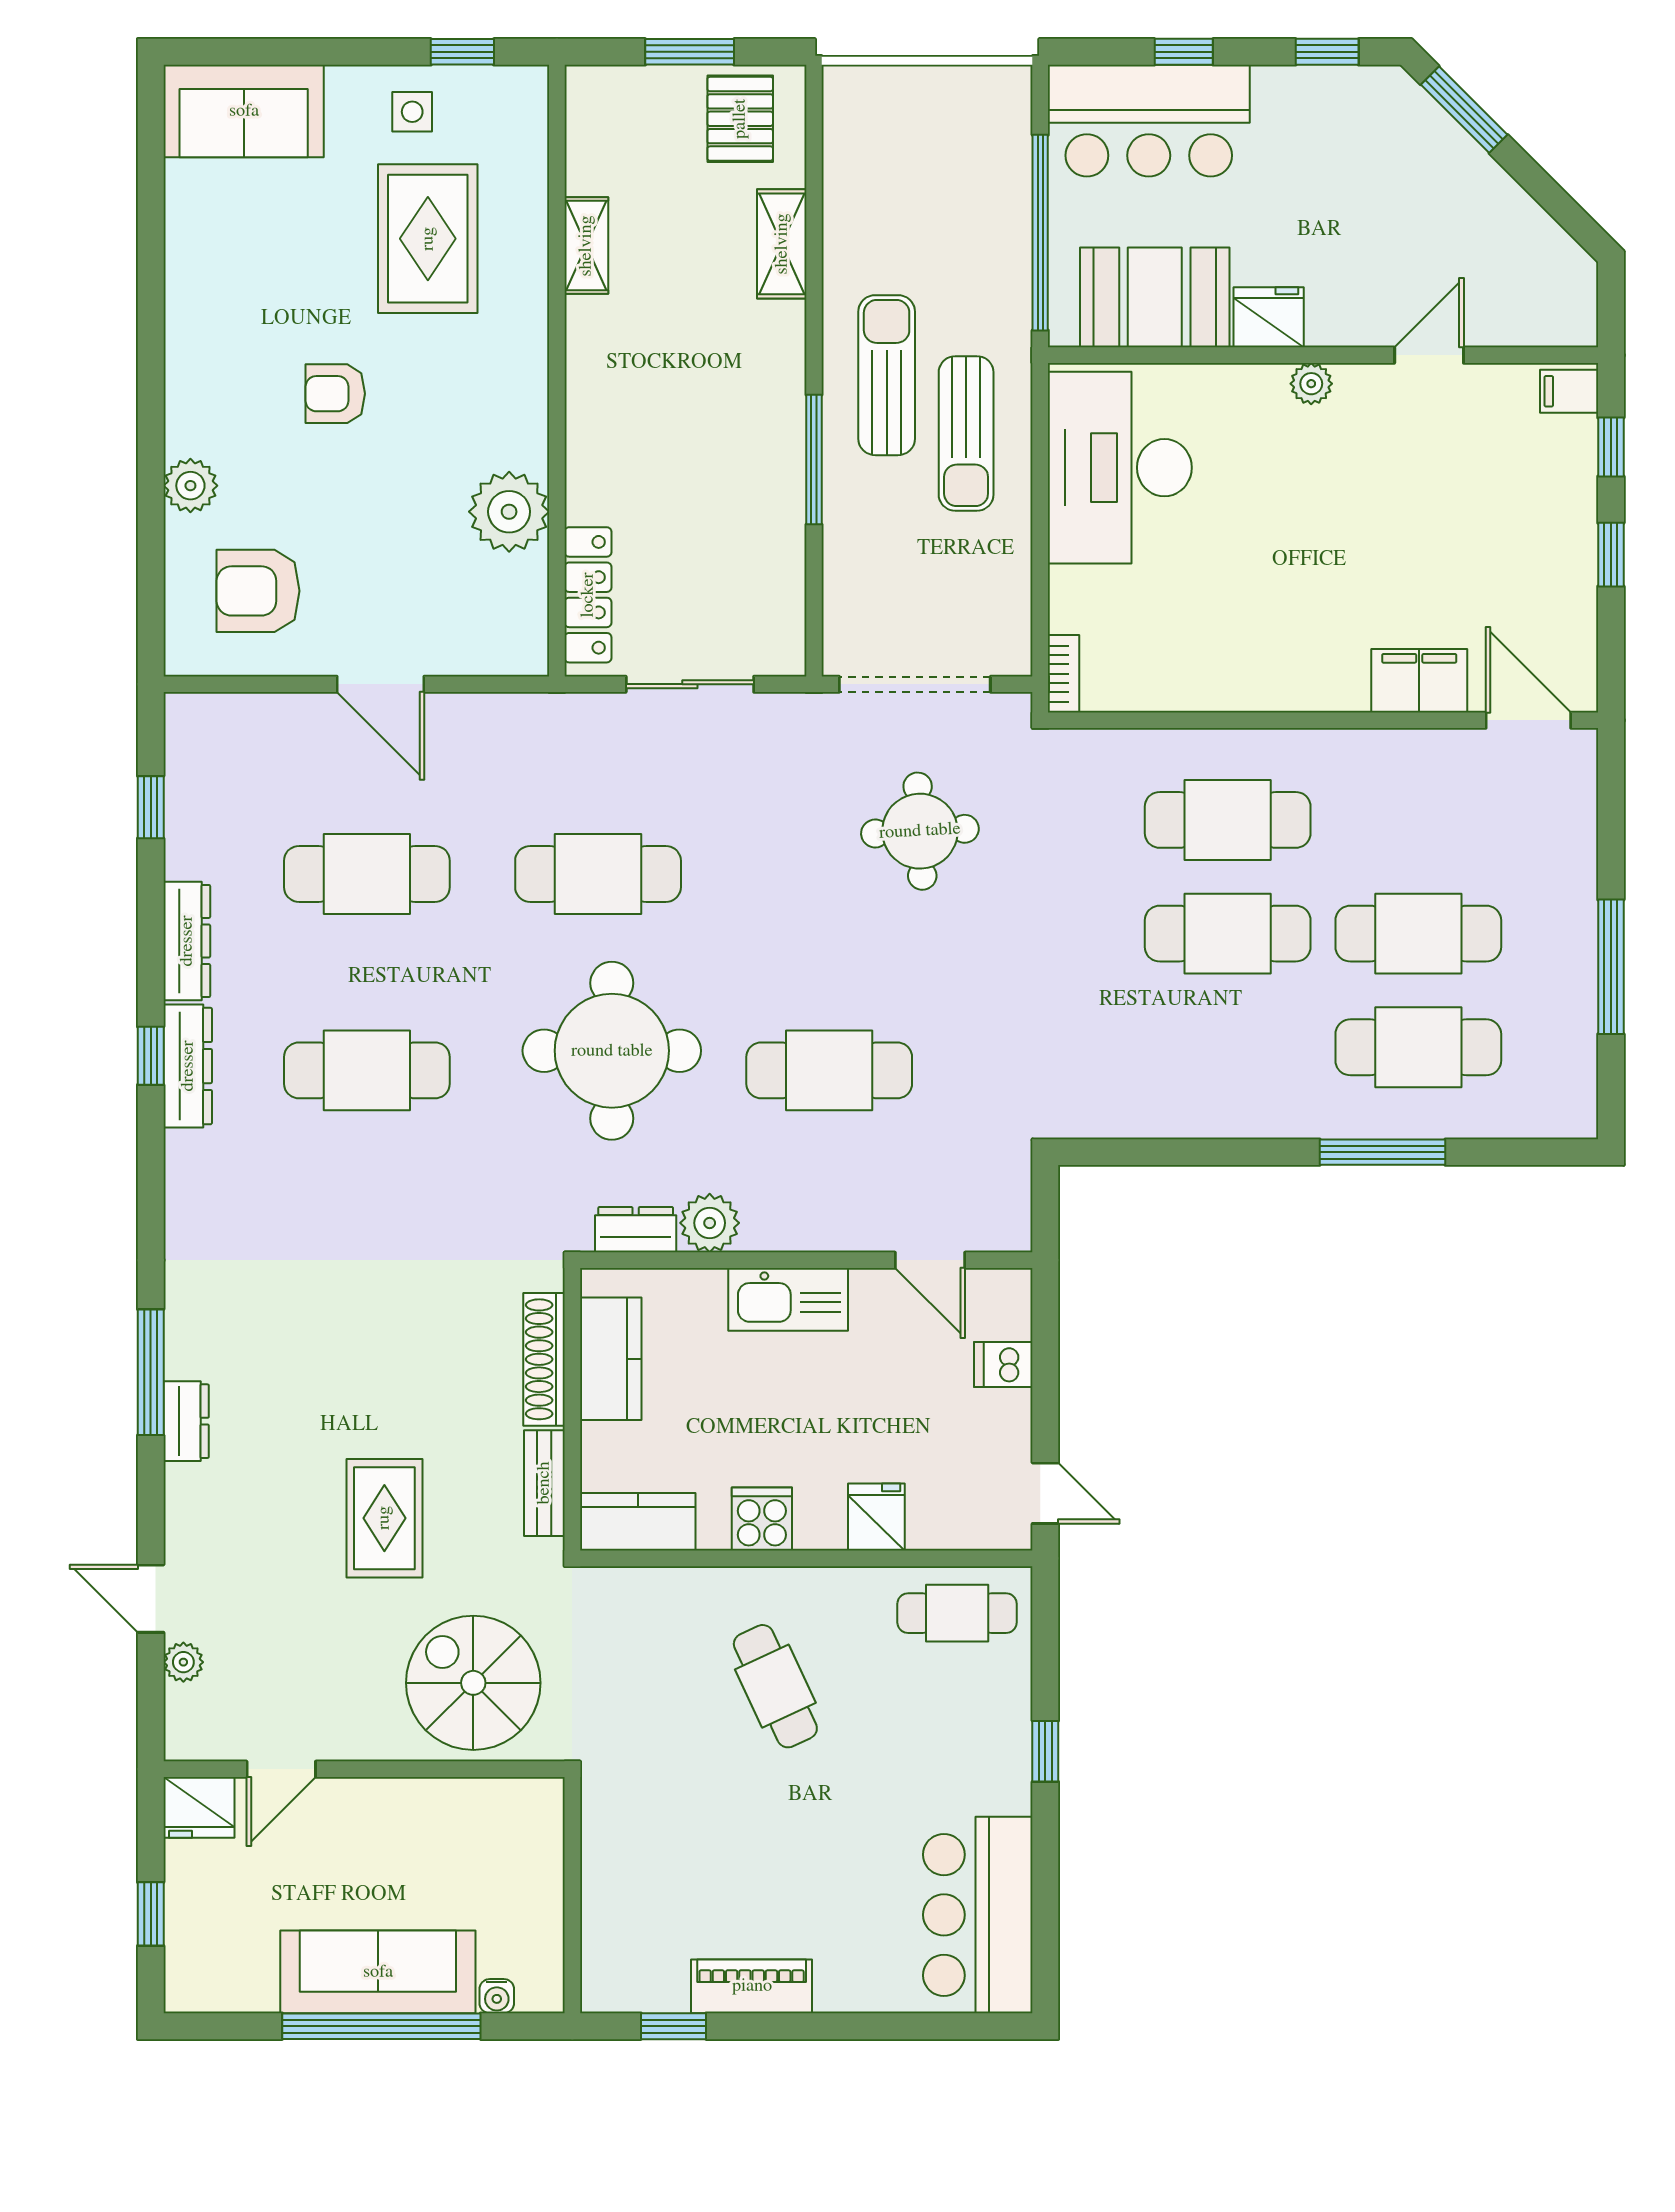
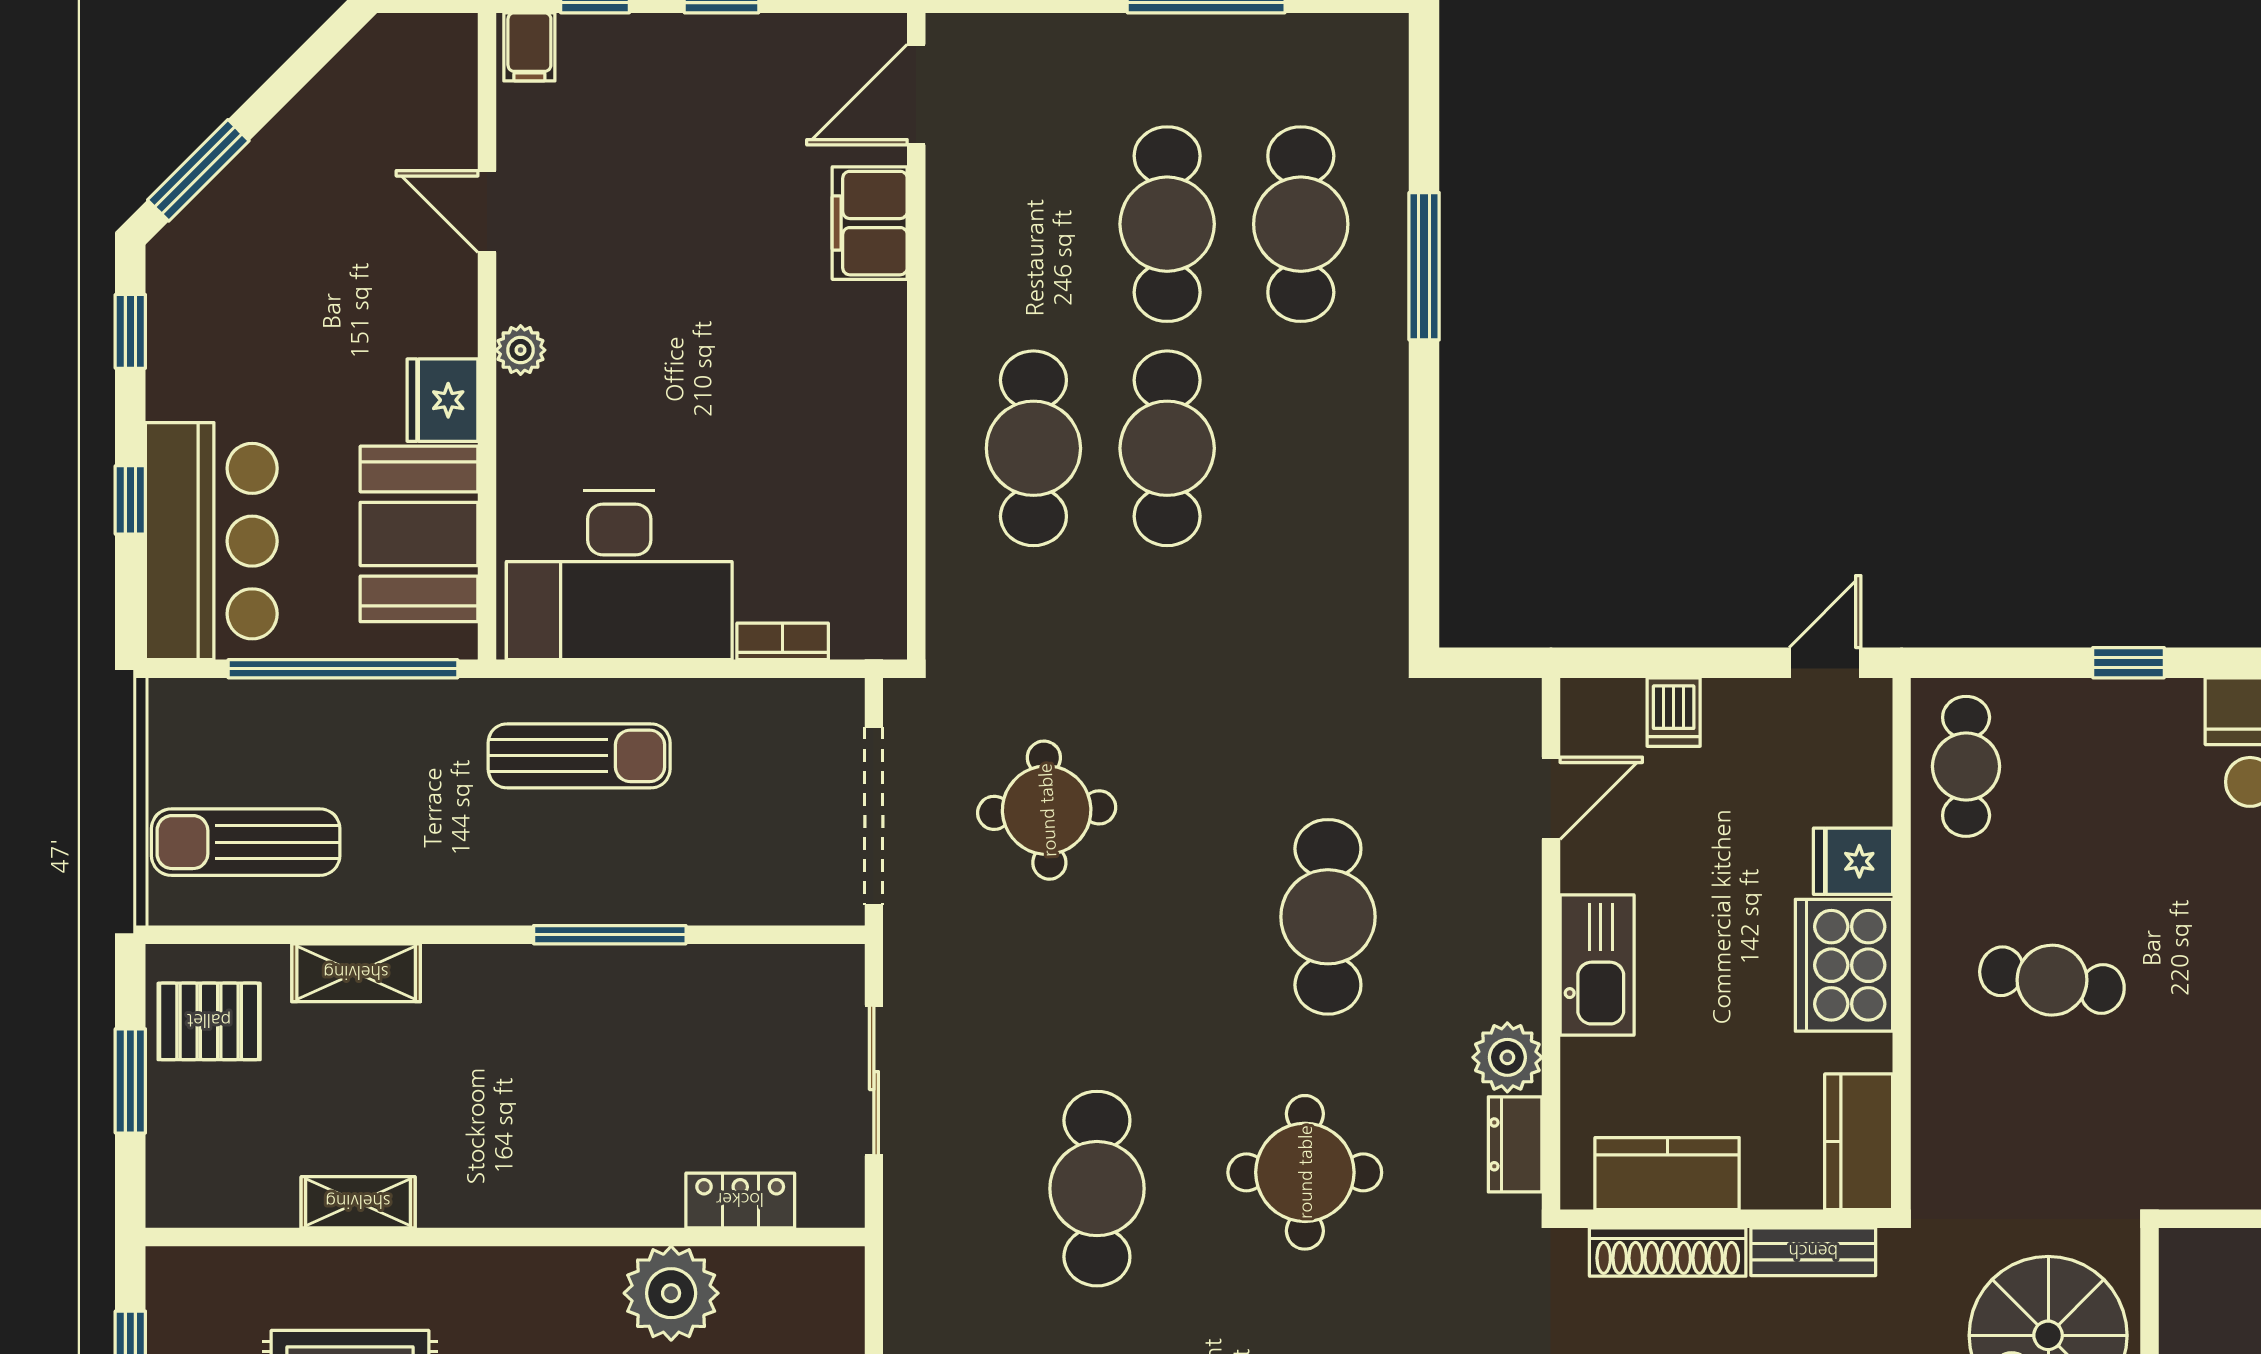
sun lounger: (887, 375) -> (246, 842), moved
locker: (588, 595) -> (740, 1200), width x0.66
bookcase: (1063, 674) -> (783, 641), moved
round table: (612, 1051) -> (1305, 1172), width x0.73, depth x0.73
cooker: (762, 1519) -> (1844, 965), width x1.87, depth x1.31
cafe table: (775, 1686) -> (2052, 980), turned 35

